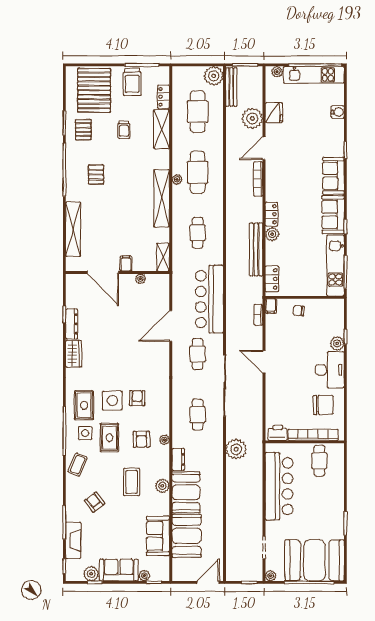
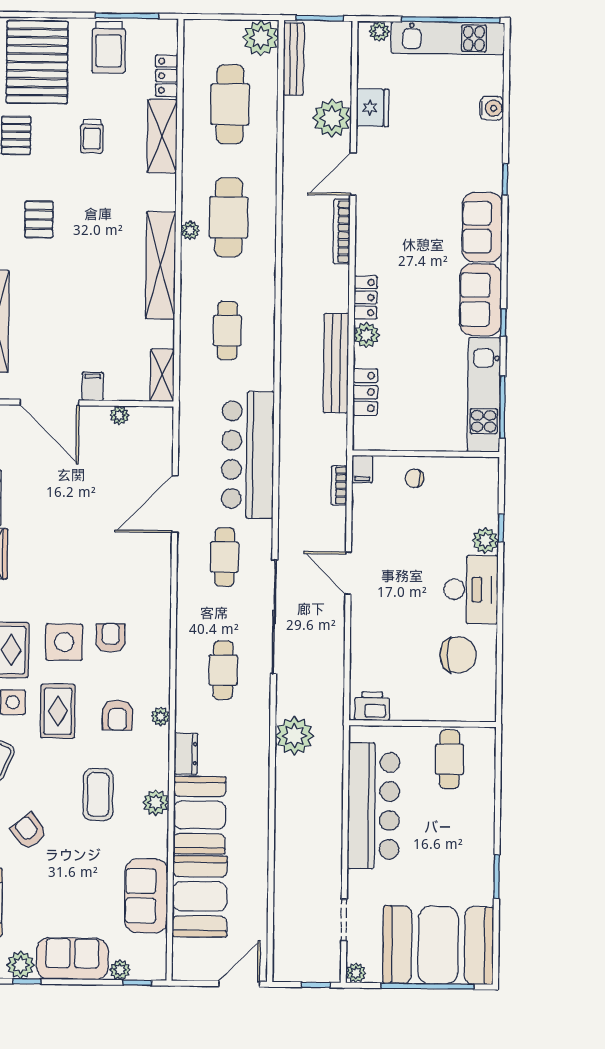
locker: (272, 279) -> (365, 392), moved
bookcase: (313, 435) -> (438, 711), removed

